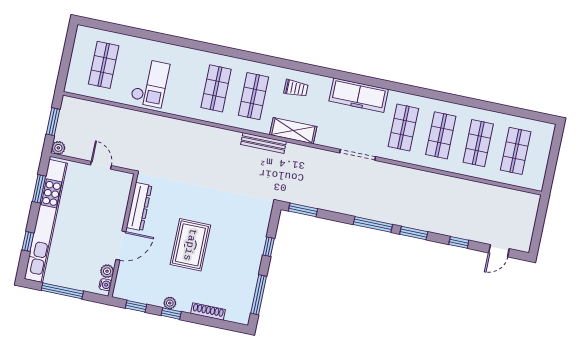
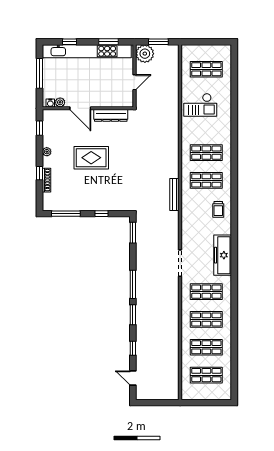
shelving: (293, 131) -> (188, 214), removed
plant: (58, 148) -> (145, 54), width x1.88, depth x1.88
window: (171, 314) -> (39, 173), moved

